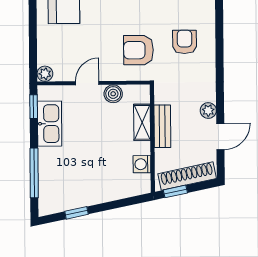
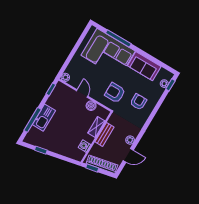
door: (87, 83) -> (82, 93), hinge flipped
kitchen sink: (50, 124) -> (44, 118), moved

